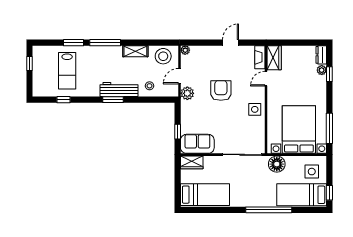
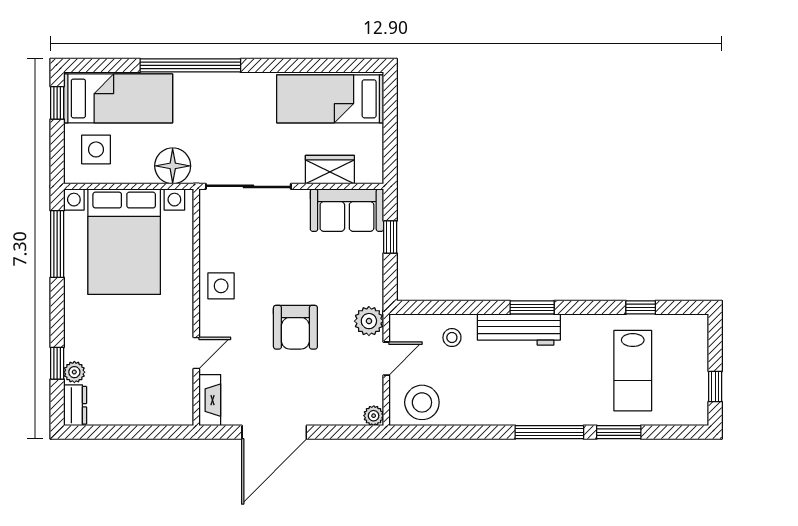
door: (231, 43) -> (274, 432), width x1.88
shelving: (135, 51) -> (483, 413), removed
wardrobe: (274, 58) -> (178, 399), removed
lab bench: (67, 71) -> (633, 371), turned 180
wardrobe: (192, 162) -> (330, 170), moved

